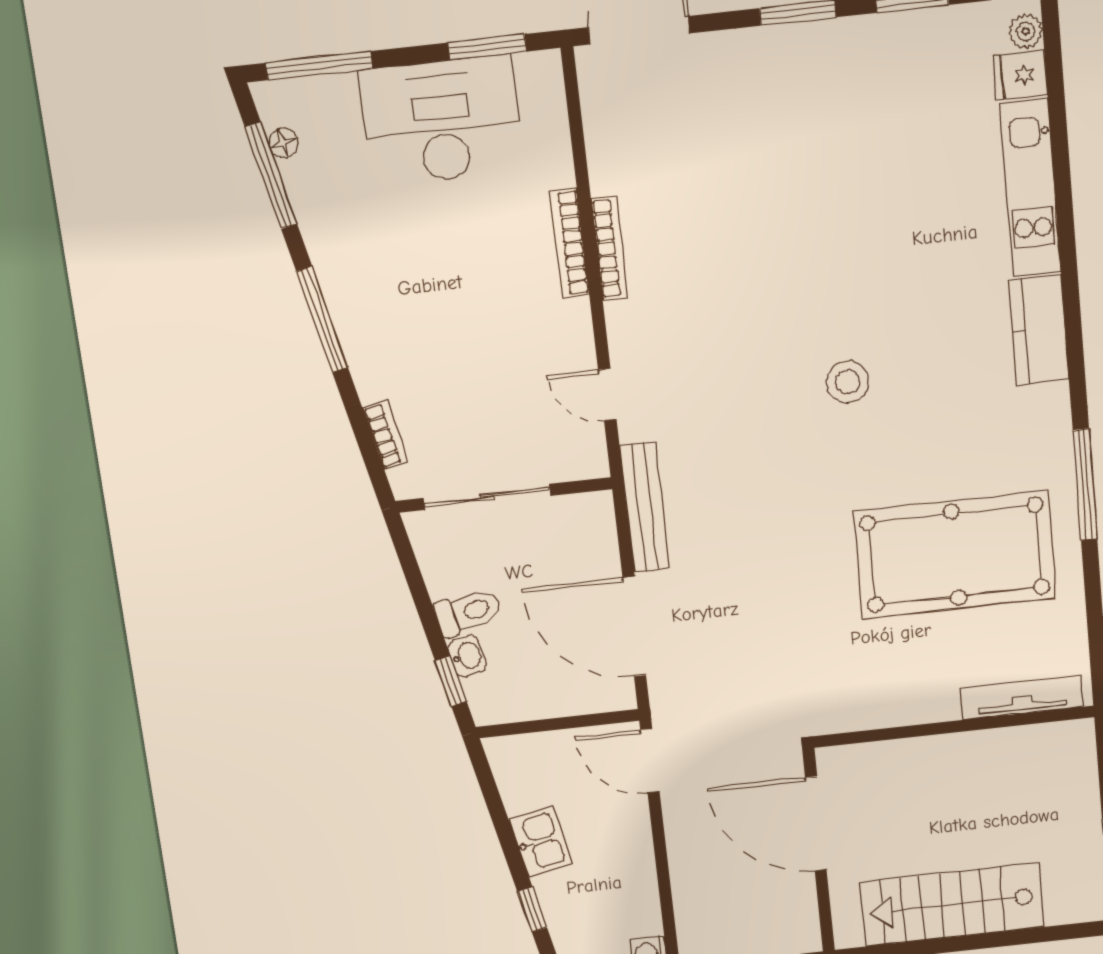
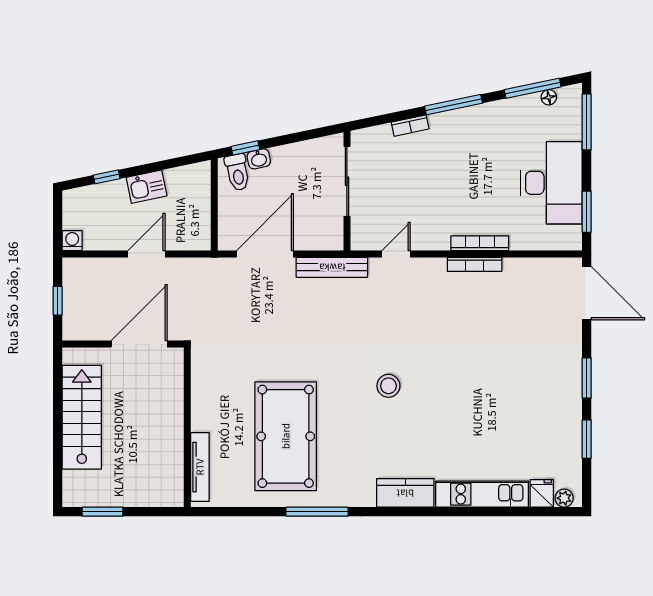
bookcase: (386, 435) -> (410, 126), moved
toilet: (468, 612) -> (237, 172), moved
door: (650, 761) -> (146, 254), moved

